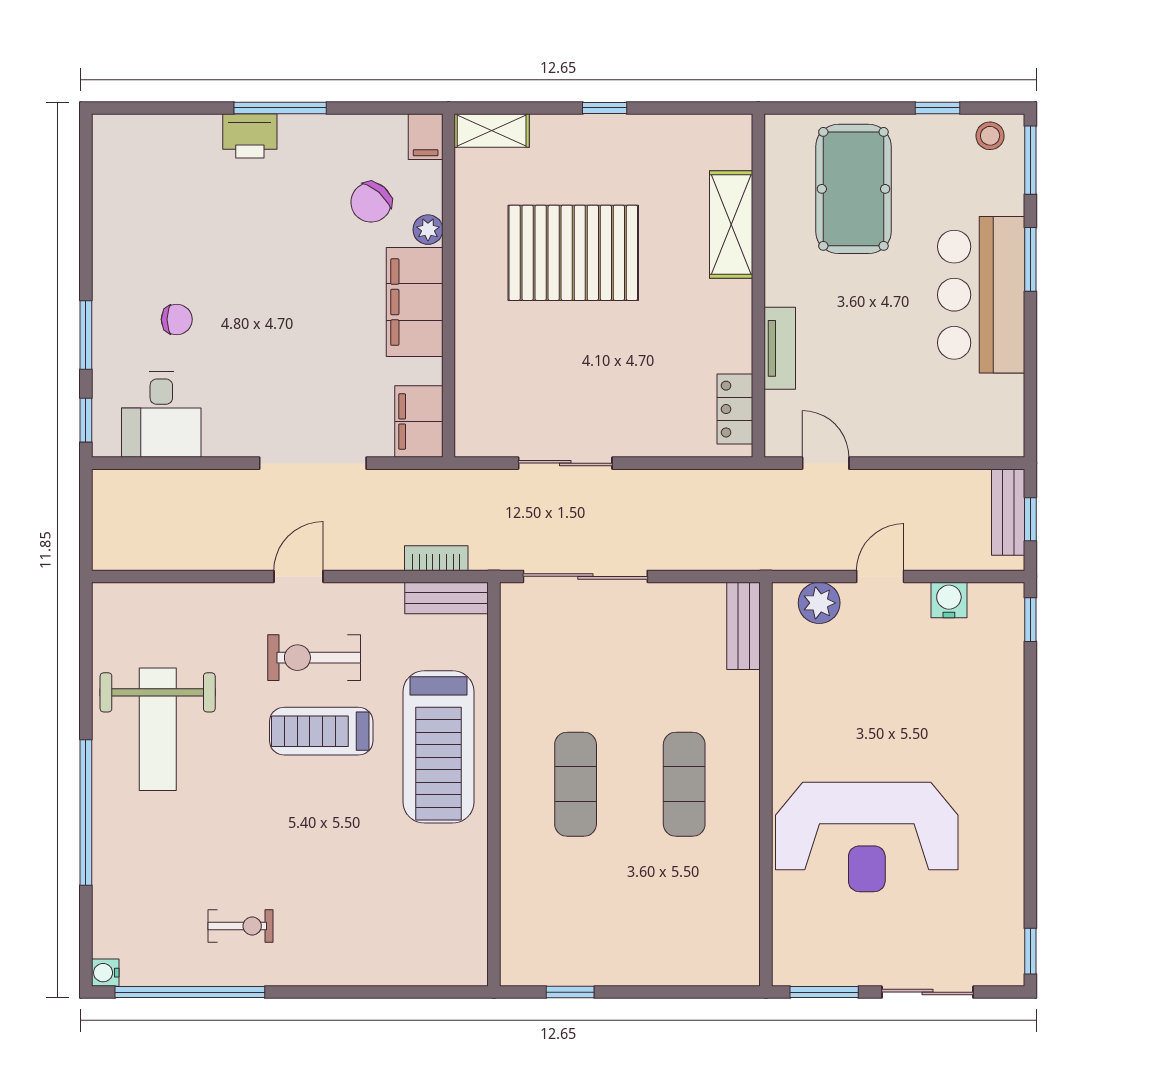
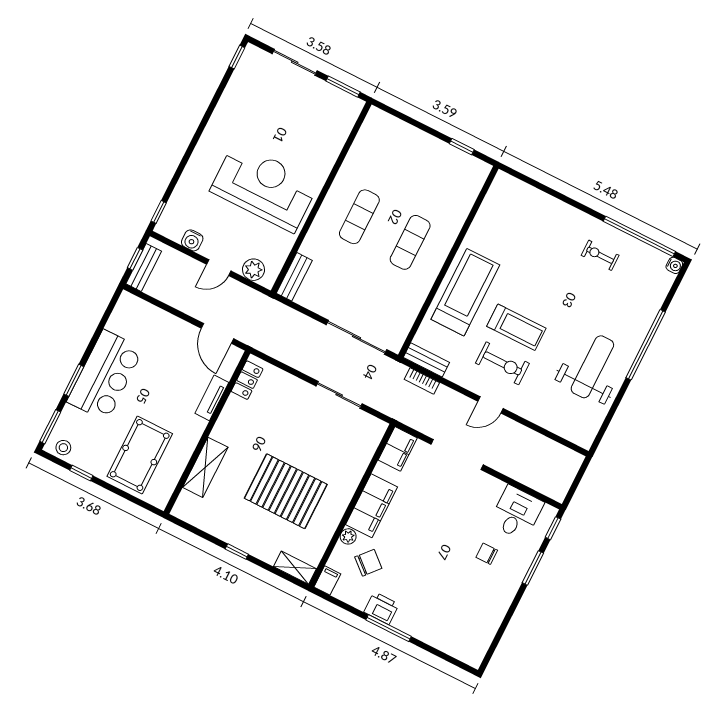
printer: (250, 136) -> (381, 608), moved
door: (826, 463) -> (217, 333), width x1.38
reception desk: (867, 837) -> (264, 187), moved

